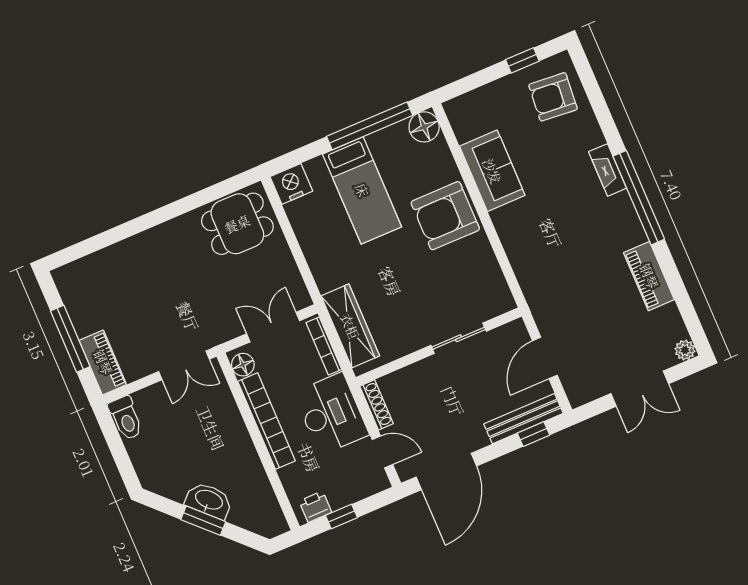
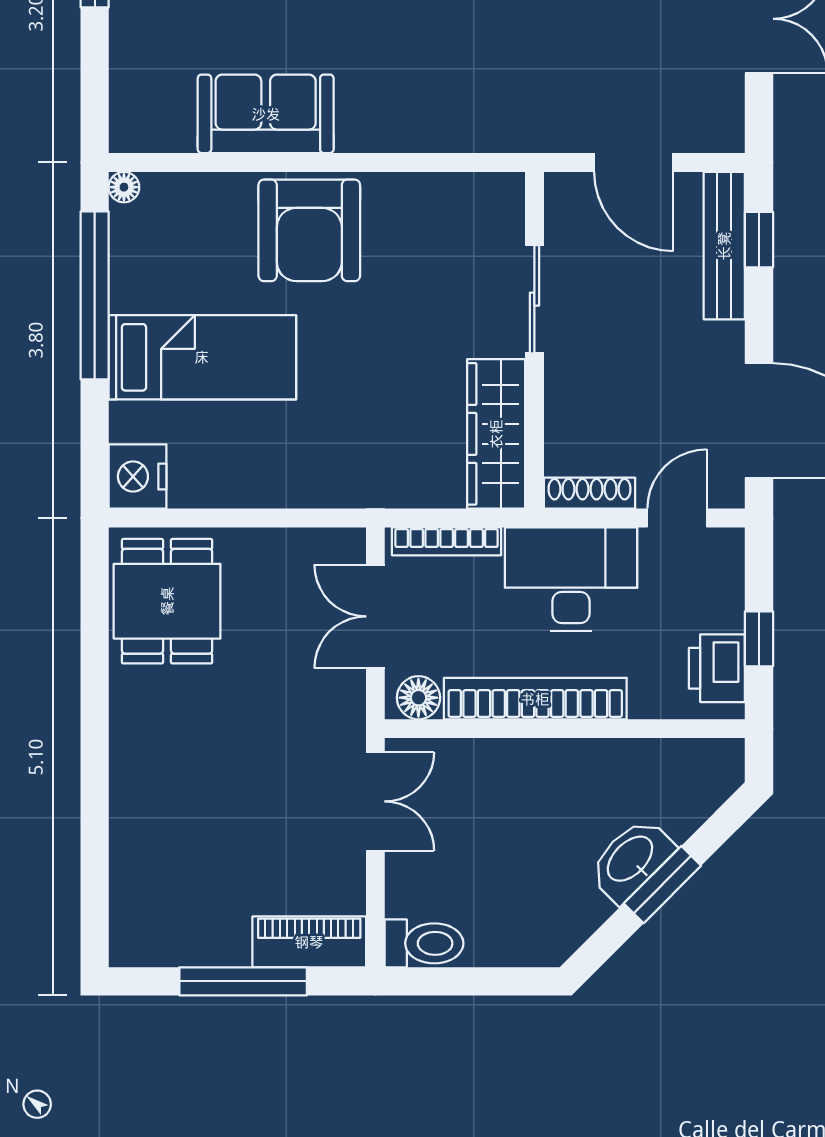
floor lamp: (424, 127) -> (124, 187), width x0.53, depth x0.53
wardrobe: (350, 326) -> (496, 434), moved, turned -90
printer: (315, 507) -> (717, 668), width x1.36, depth x1.24

